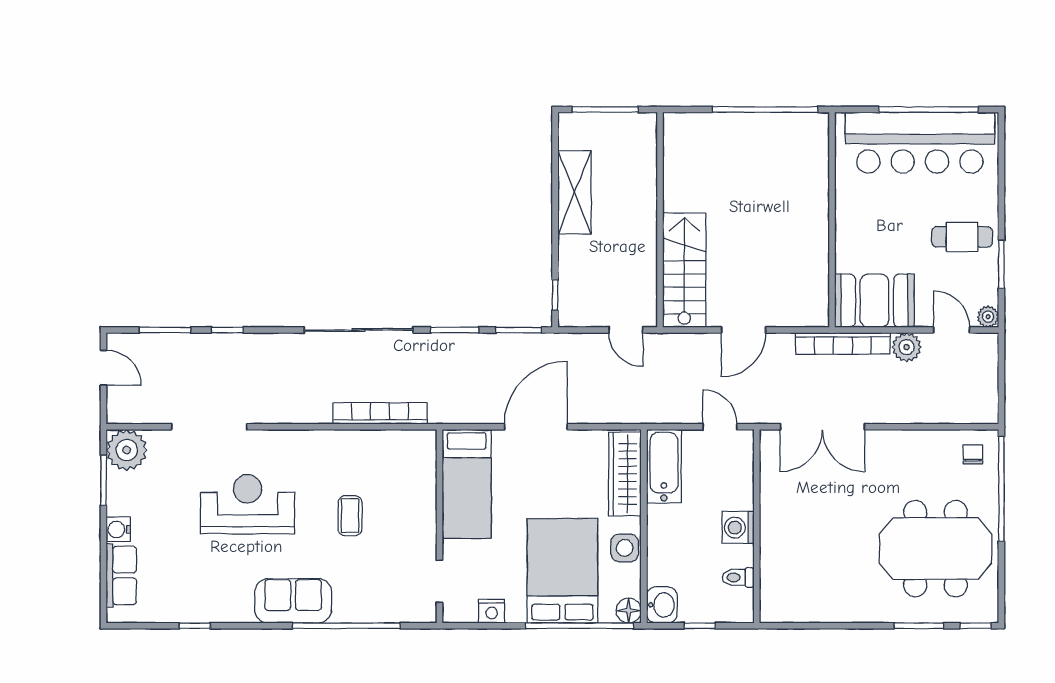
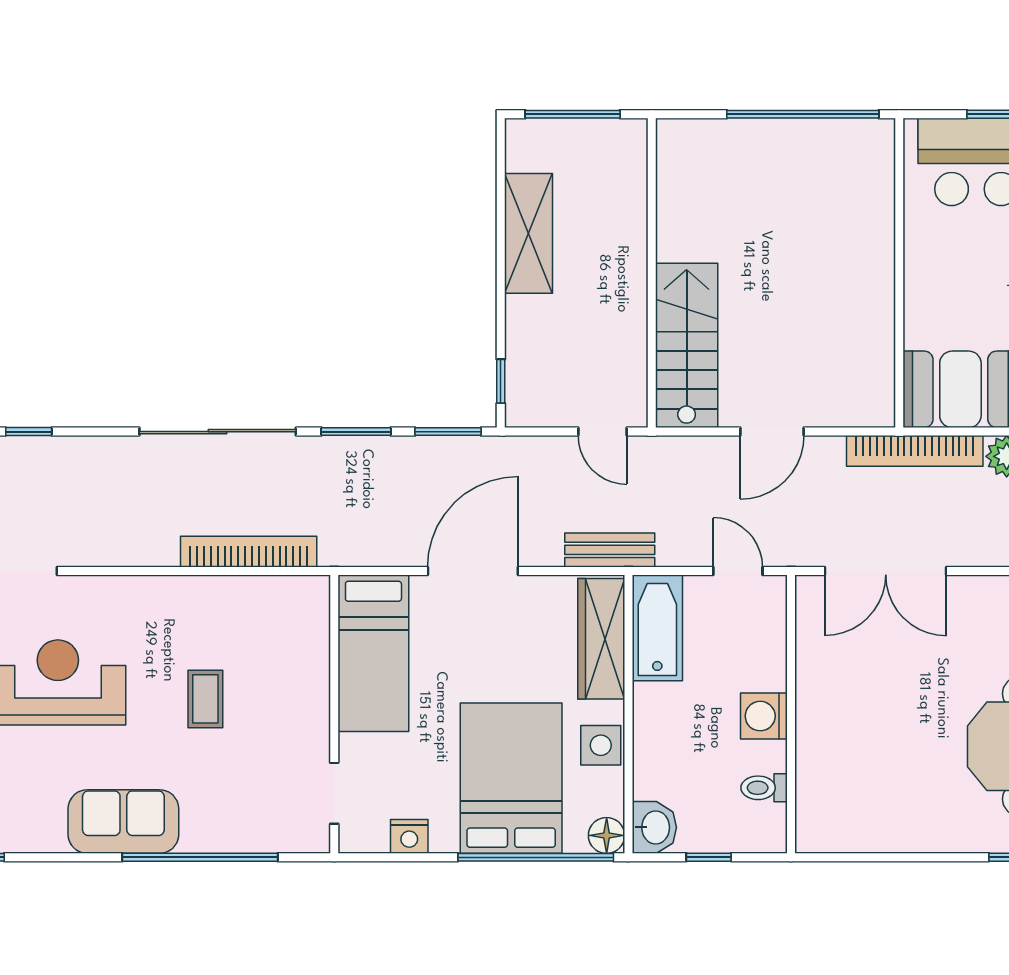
bench: (631, 412) -> (610, 550), added

